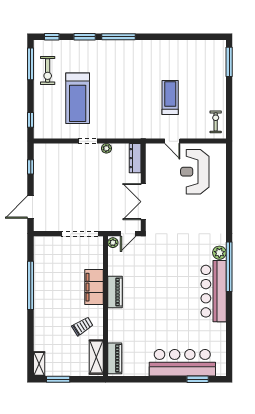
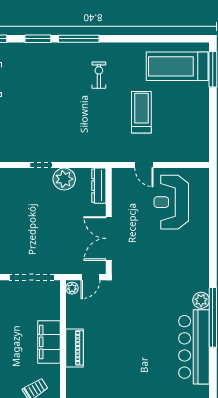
treadmill: (78, 98) -> (177, 66), moved, turned 90
exercise bike: (216, 122) -> (99, 75), moved
plant: (106, 148) -> (64, 179), width x1.87, depth x1.87

